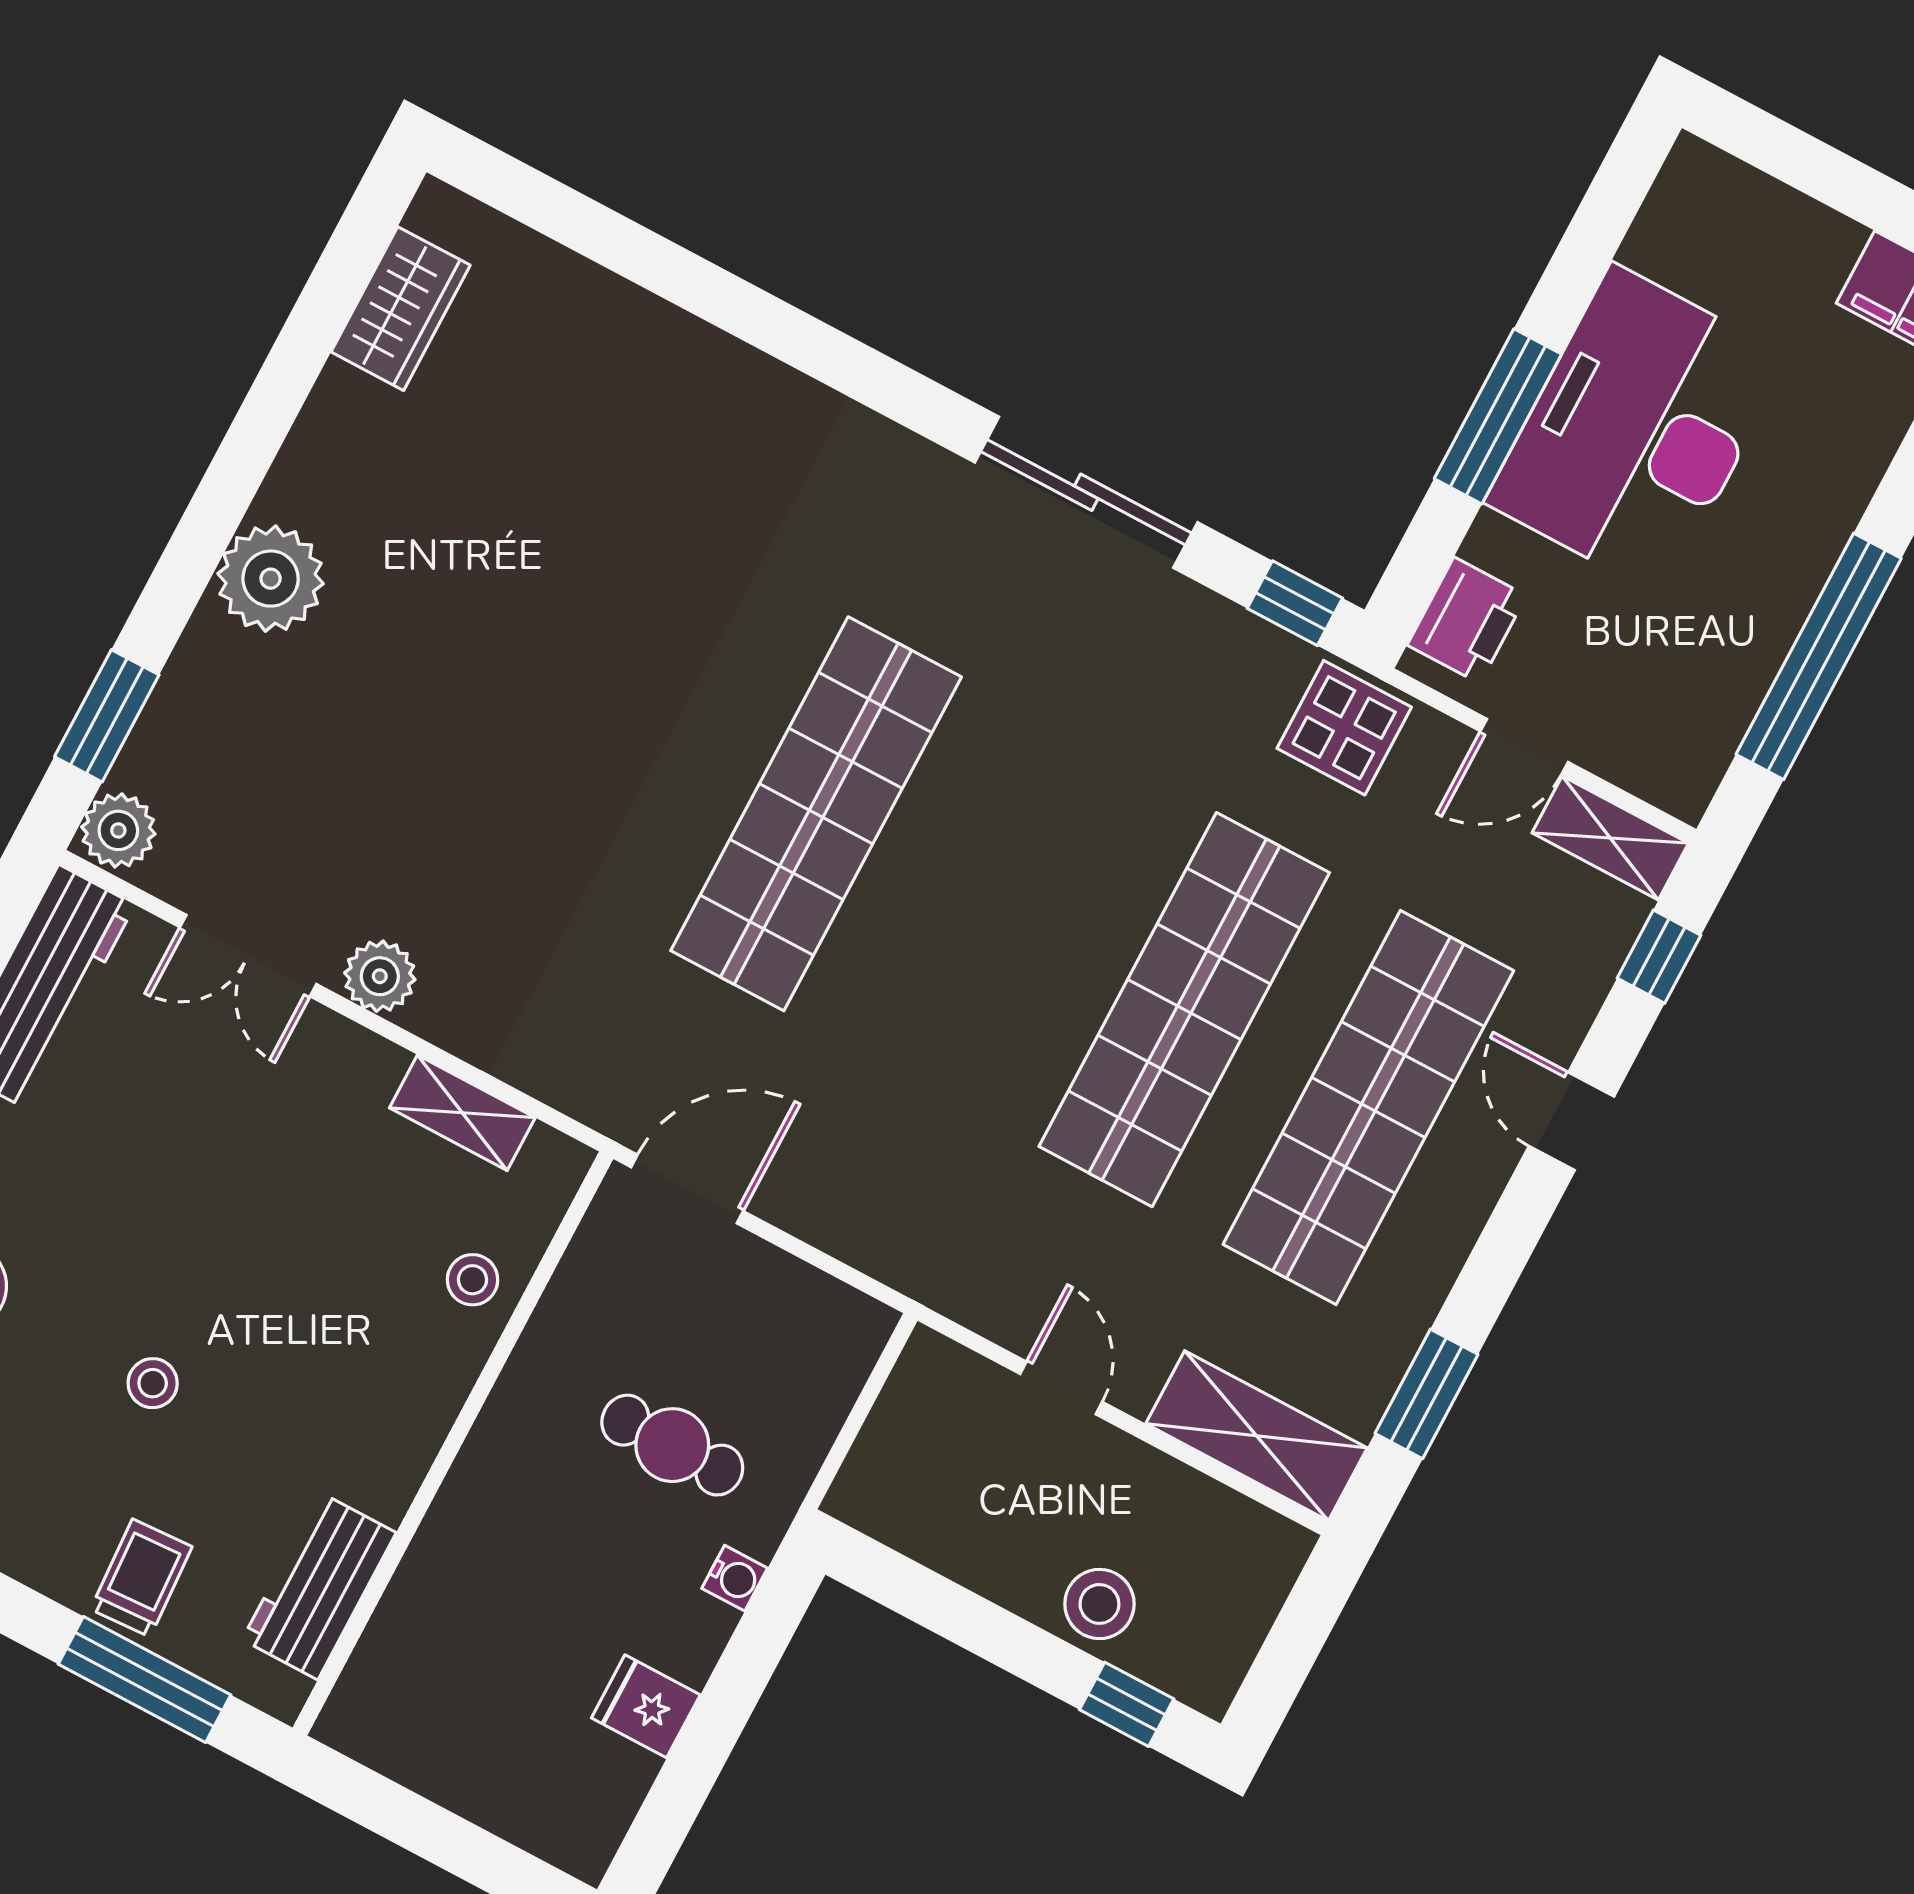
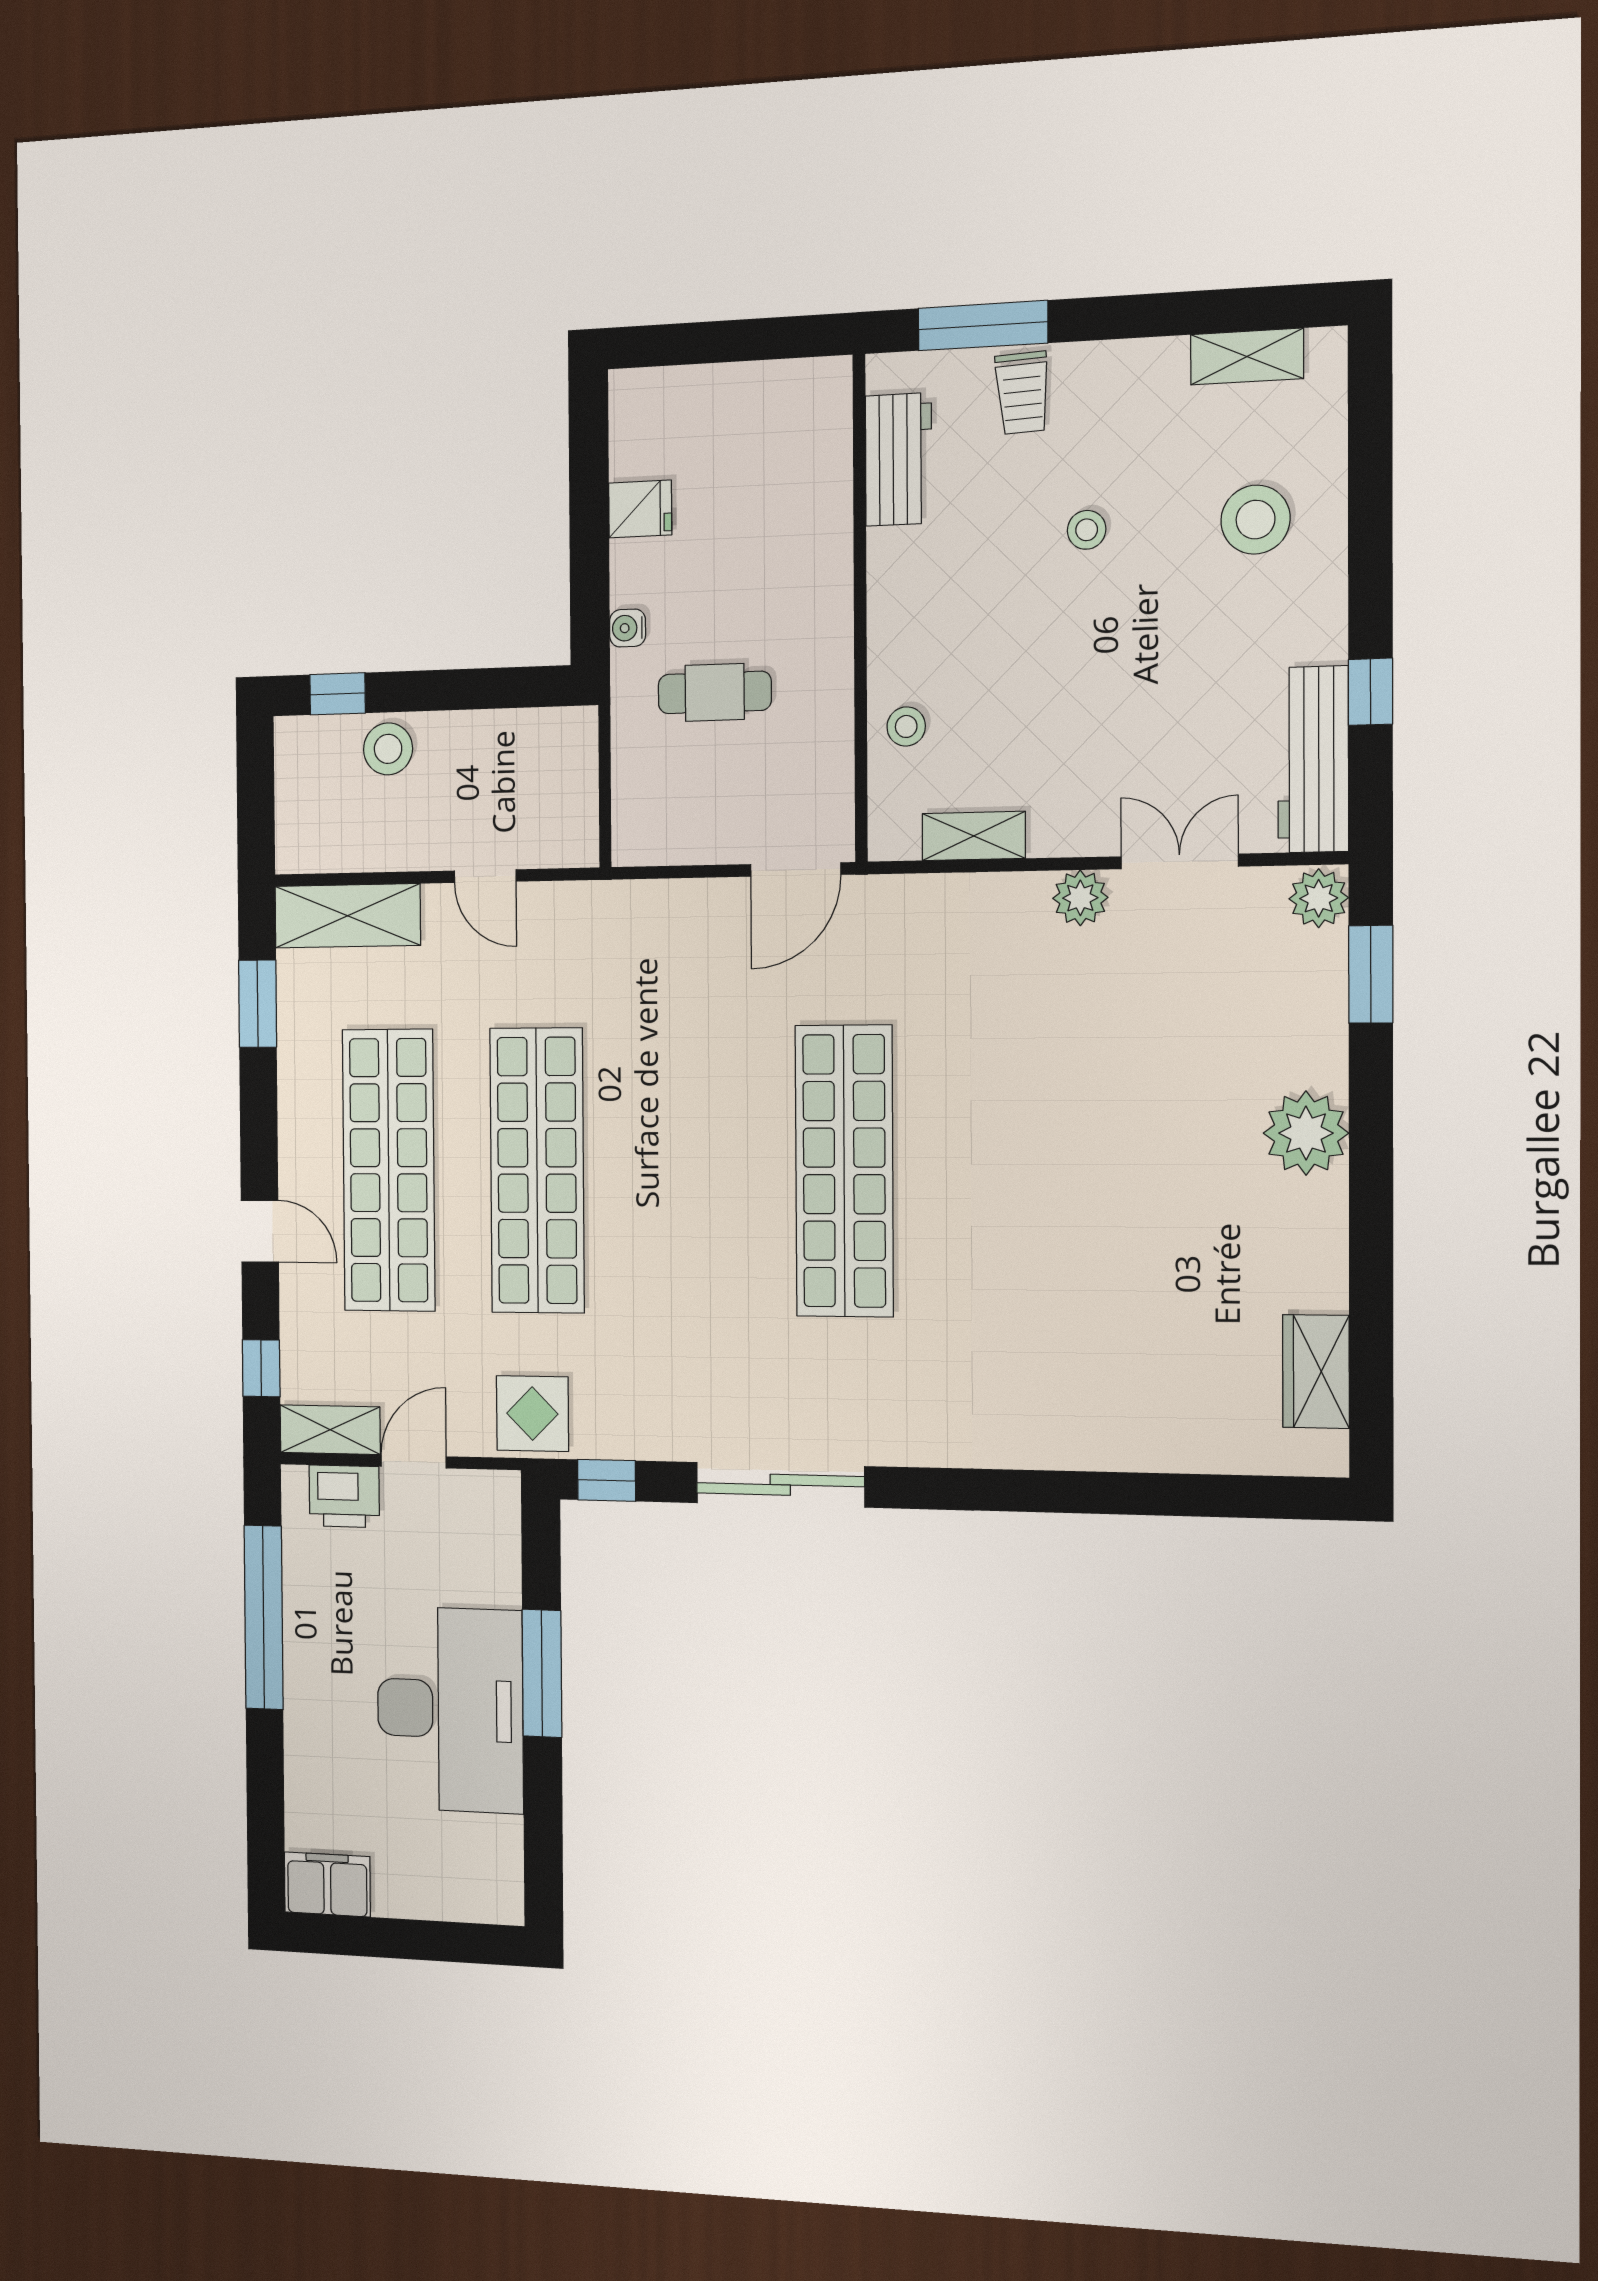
printer: (1467, 620) -> (344, 1496), moved, turned -90

